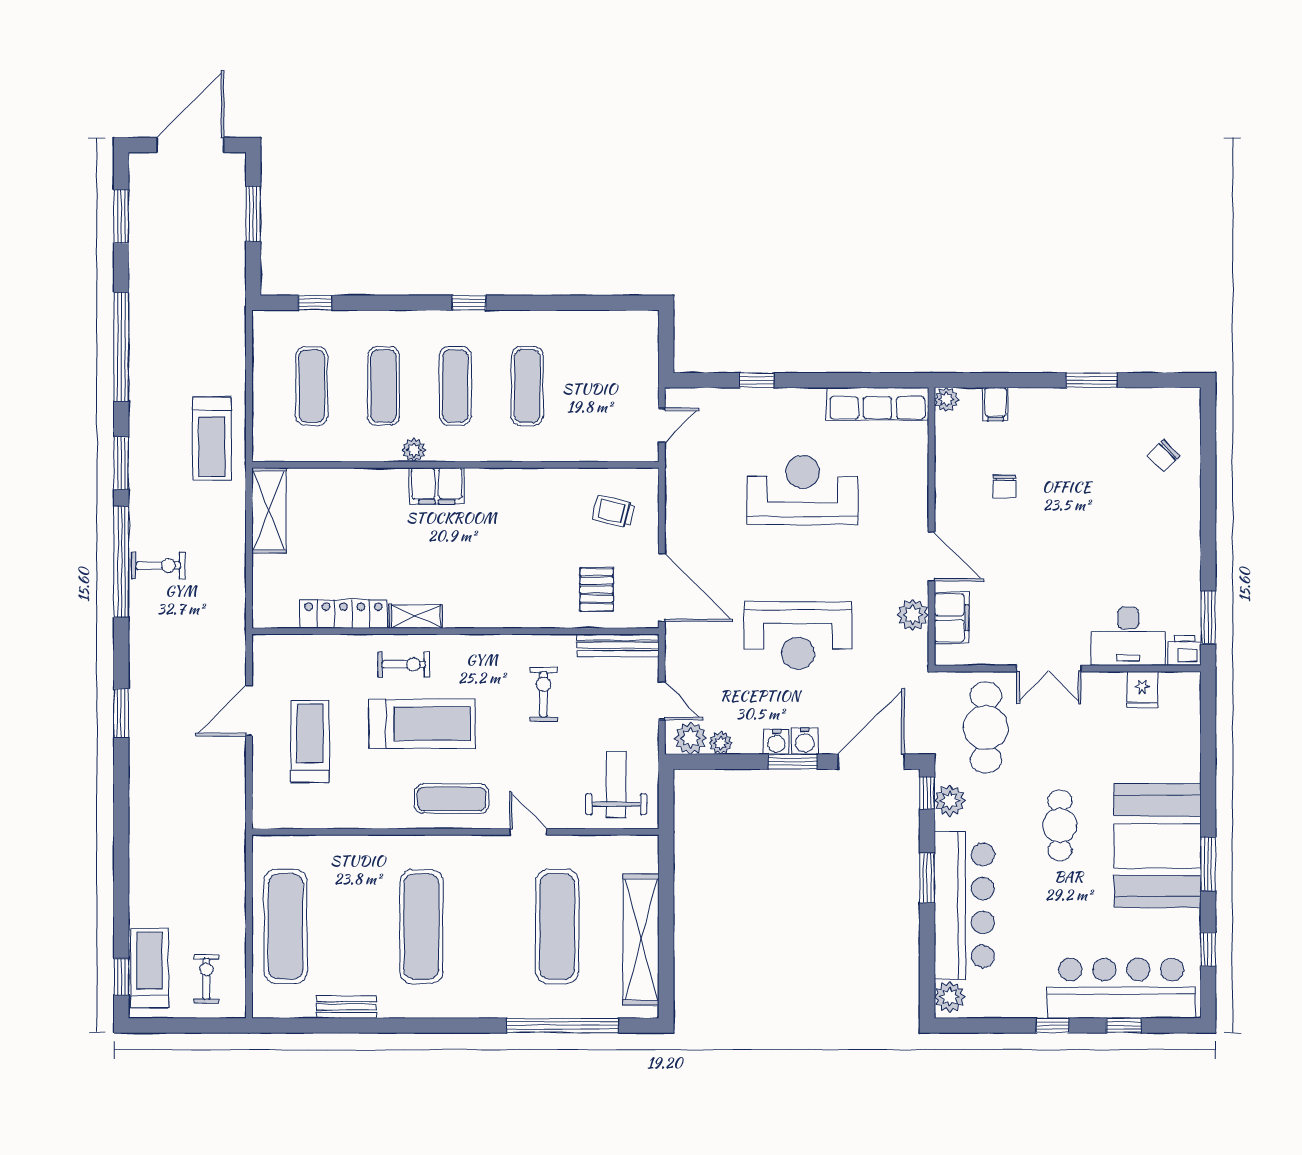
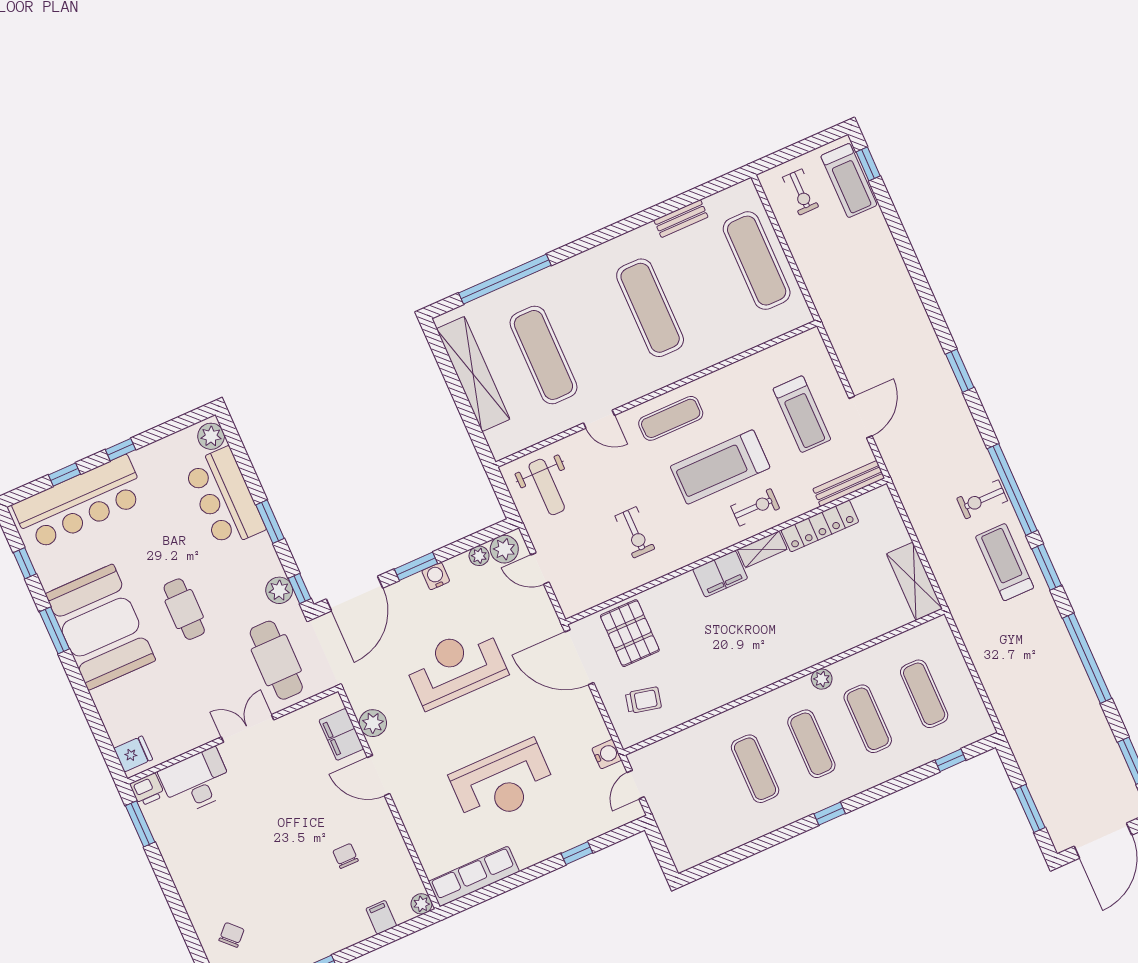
treadmill: (212, 438) -> (1005, 562), moved
filing cabinet: (437, 486) -> (720, 574), moved, turned 180
pallet: (596, 590) -> (630, 633), width x1.50, depth x1.42
bench: (618, 645) -> (849, 484), moved
exercise bike: (404, 664) -> (755, 507), turned 180
fridge: (1142, 690) -> (133, 754), moved, turned 90
water cooler: (805, 741) -> (607, 754), moved, turned 90
bar counter: (964, 905) -> (225, 498), width x0.73

